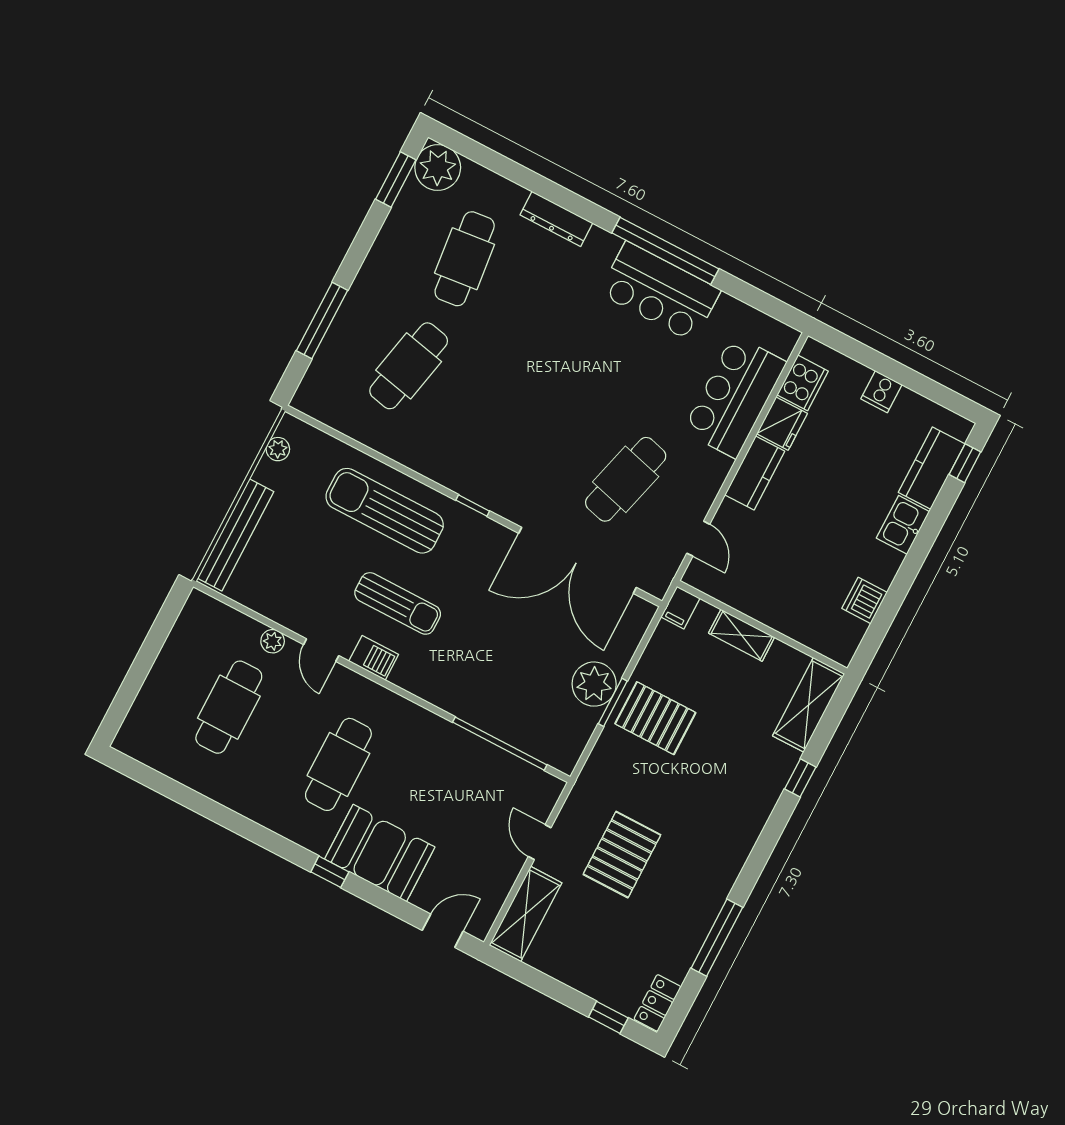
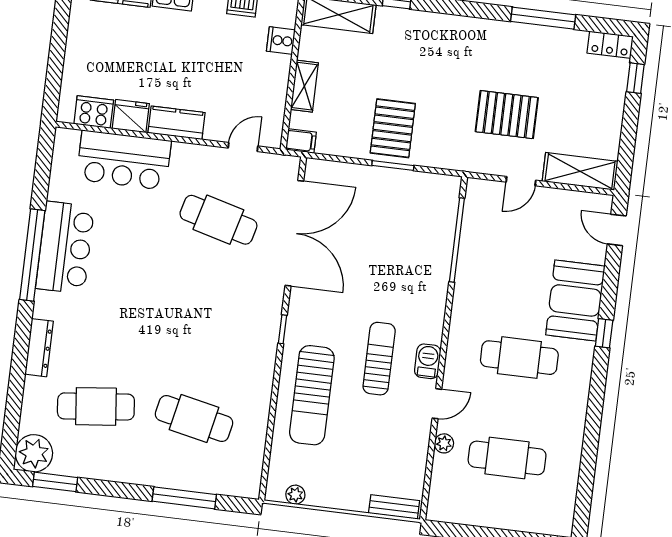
cooker: (881, 392) -> (281, 41), moved, turned 180
bench: (236, 535) -> (394, 507), width x0.54, depth x0.82
plant: (594, 684) -> (384, 185), removed

